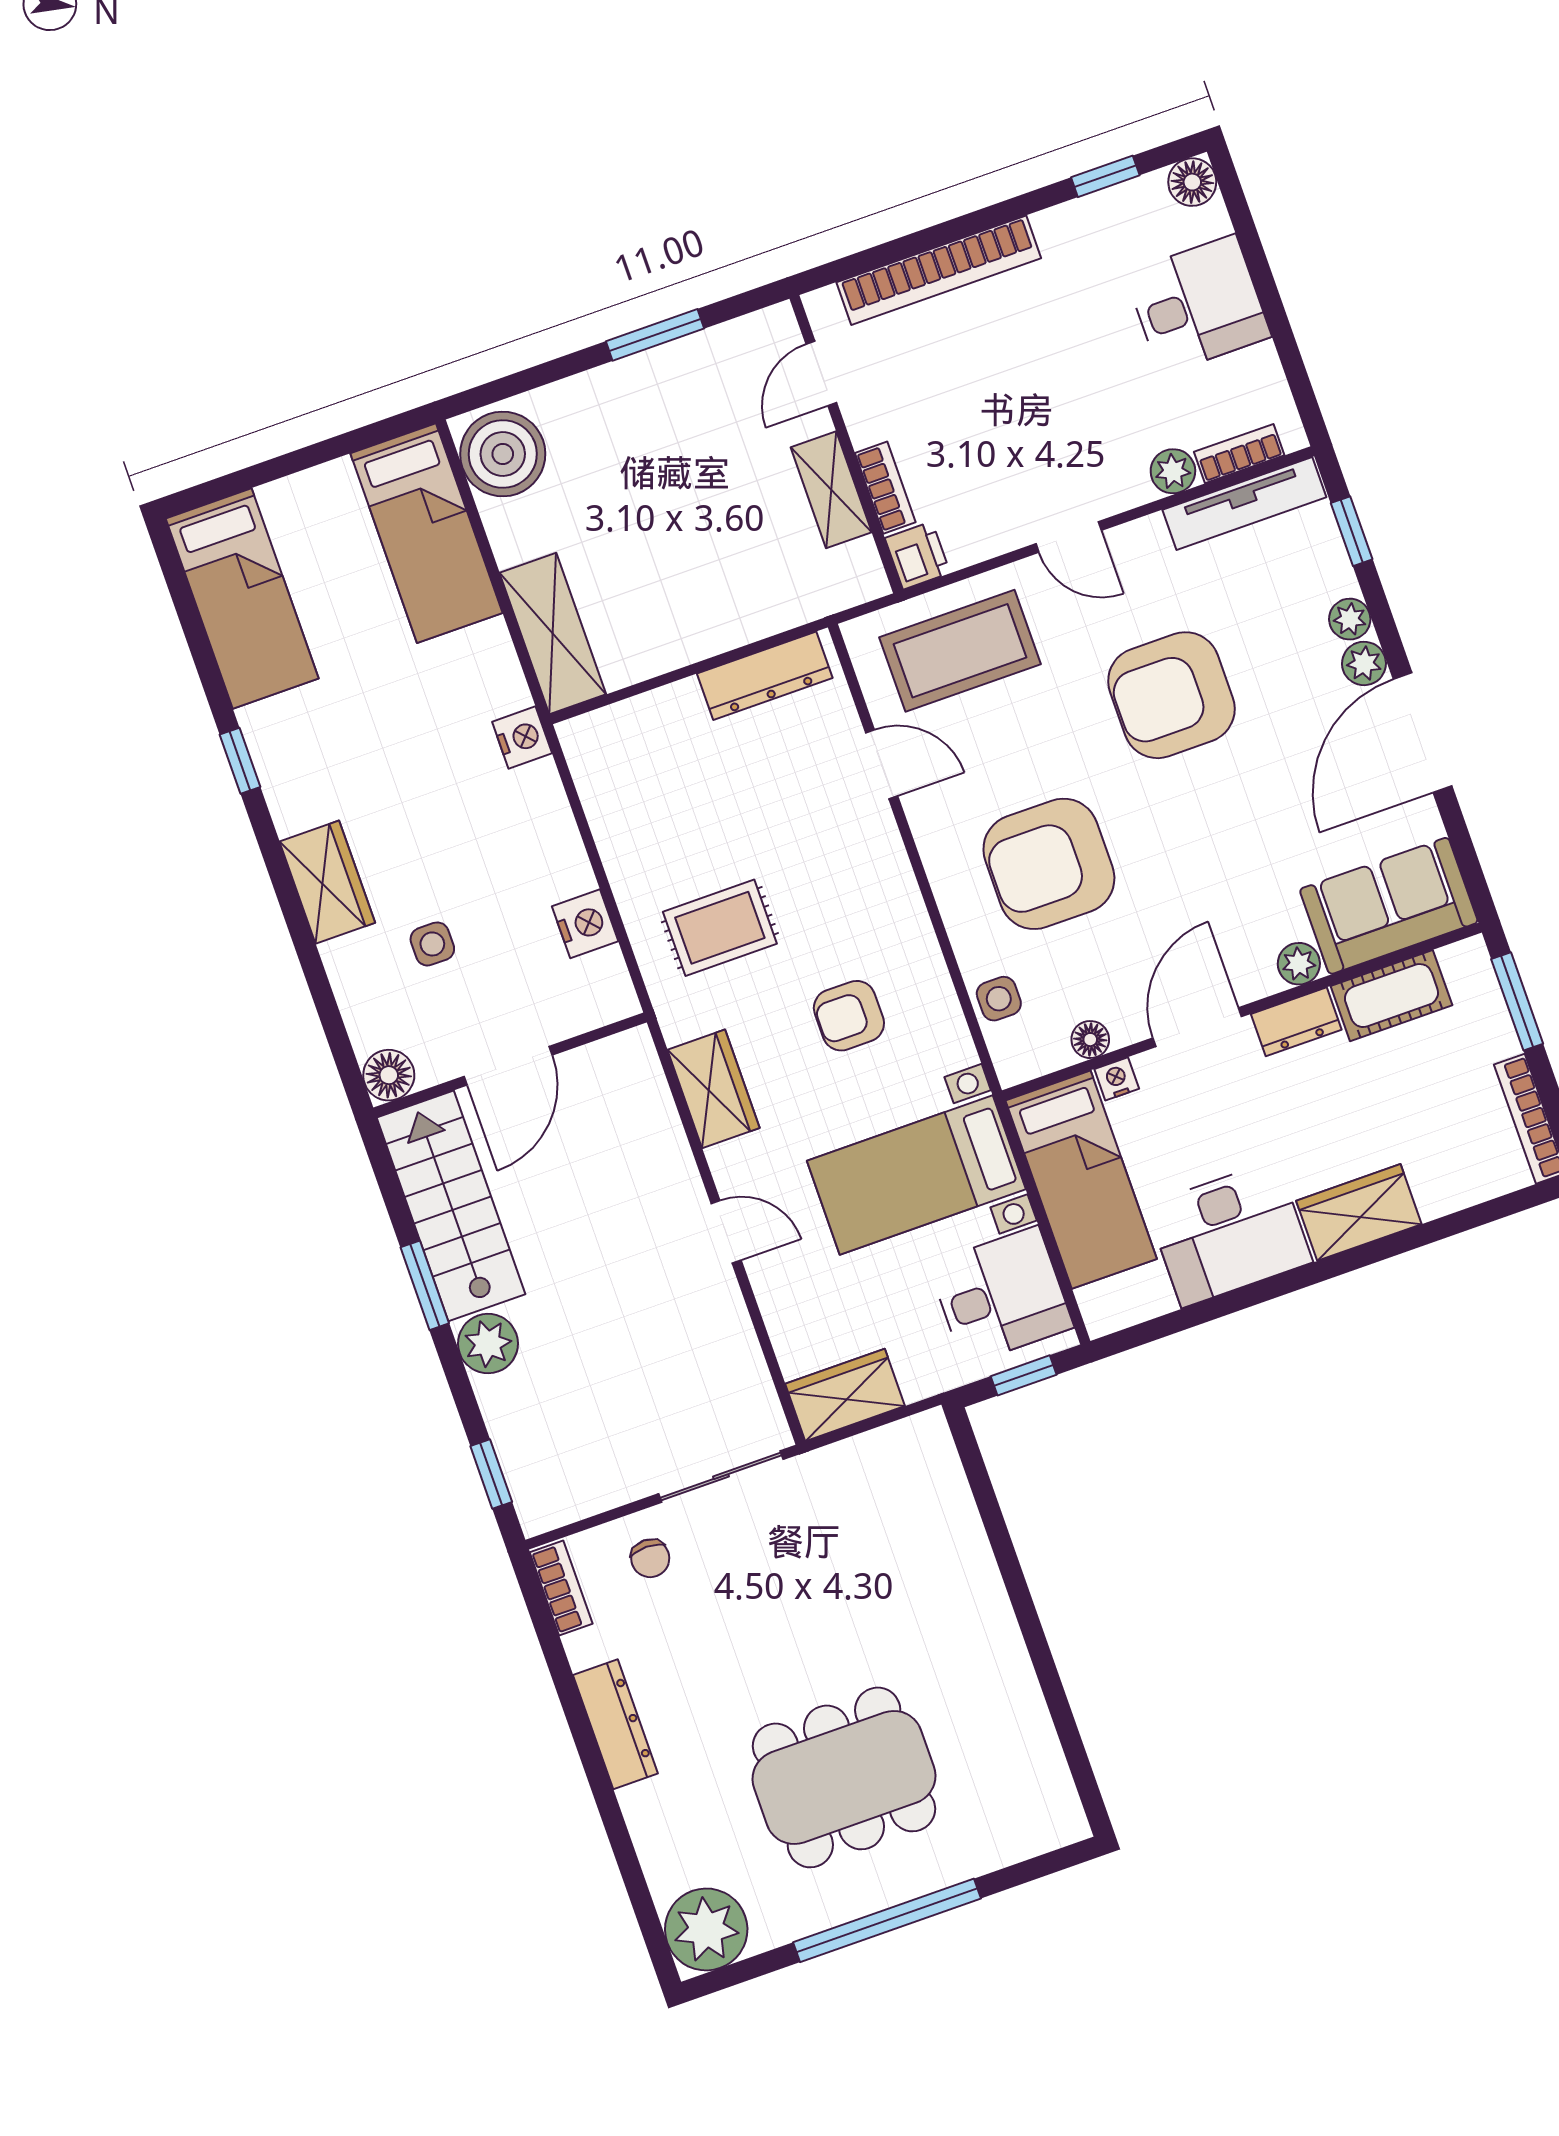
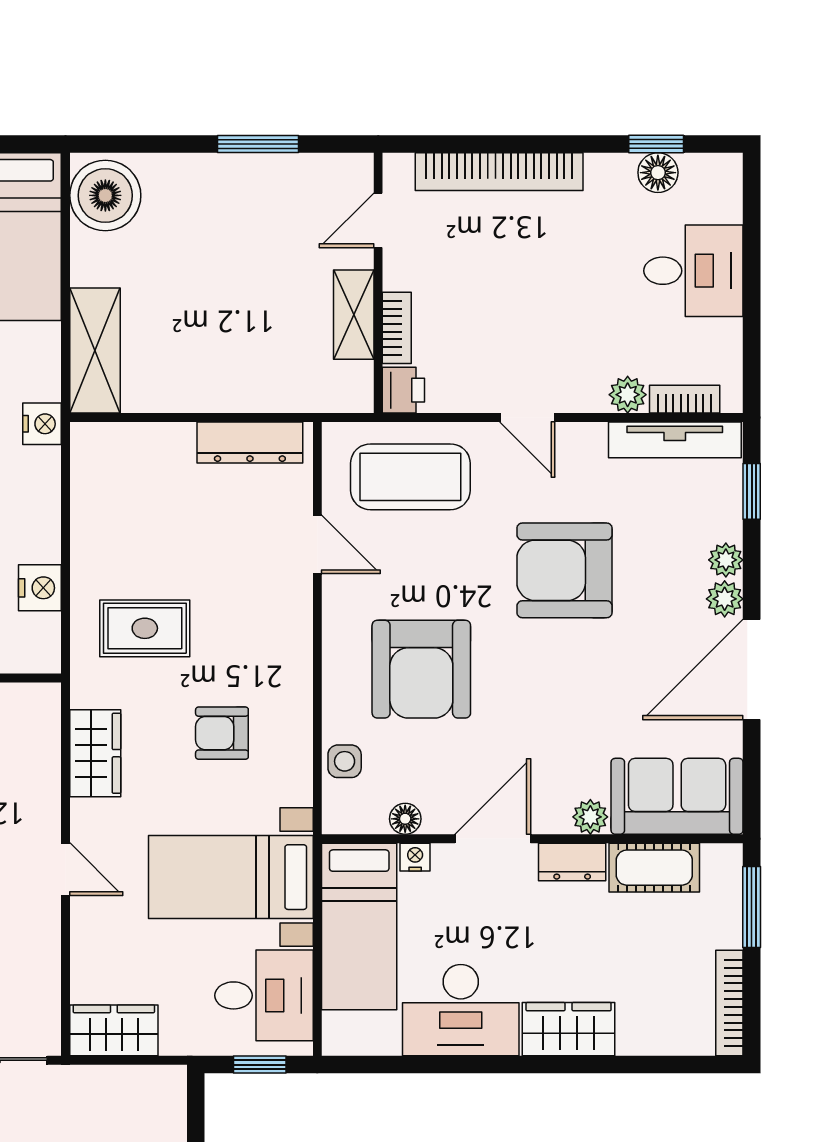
floor lamp: (1192, 182) -> (658, 173), moved
armchair: (1049, 864) -> (421, 669), turned -90

